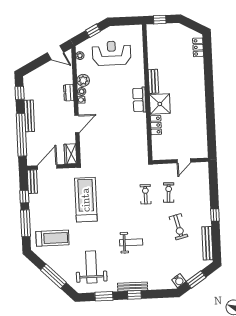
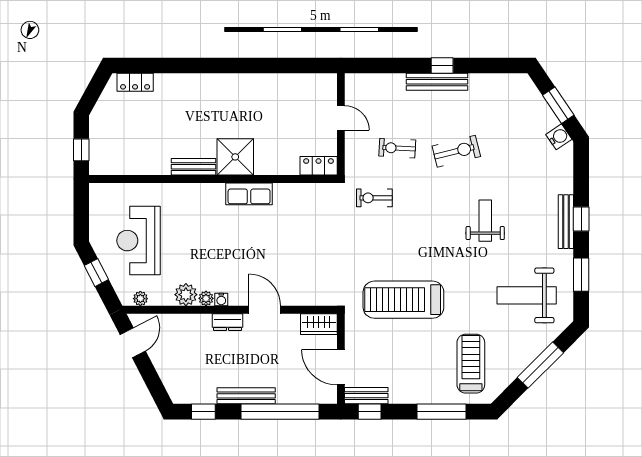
dresser: (69, 93) -> (228, 322), moved
row of seats: (139, 100) -> (249, 194), moved
locker: (156, 125) -> (319, 166), moved
exercise bike: (146, 194) -> (374, 198), moved
window: (24, 197) -> (370, 412), moved
exercise bike: (178, 227) -> (456, 151), moved
bench: (207, 243) -> (437, 82), moved

